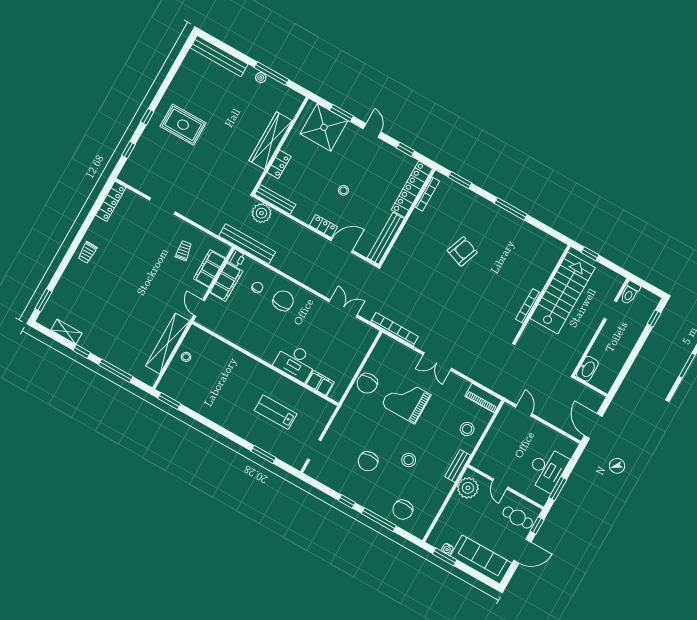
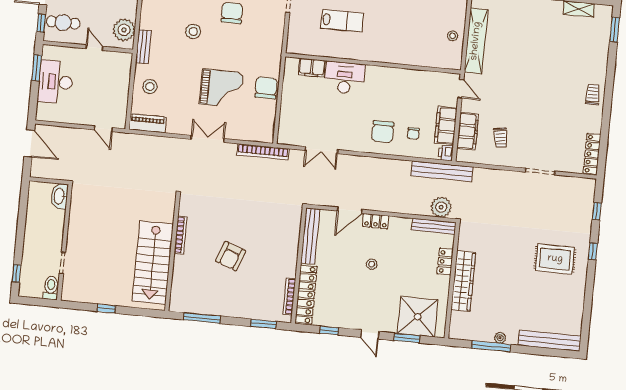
stairs: (563, 293) -> (153, 262), moved
wall: (542, 294) -> (172, 253), moved
bookcase: (528, 306) -> (181, 235), moved

